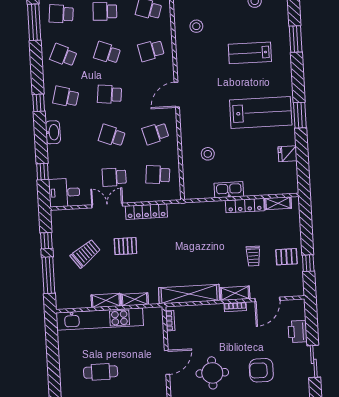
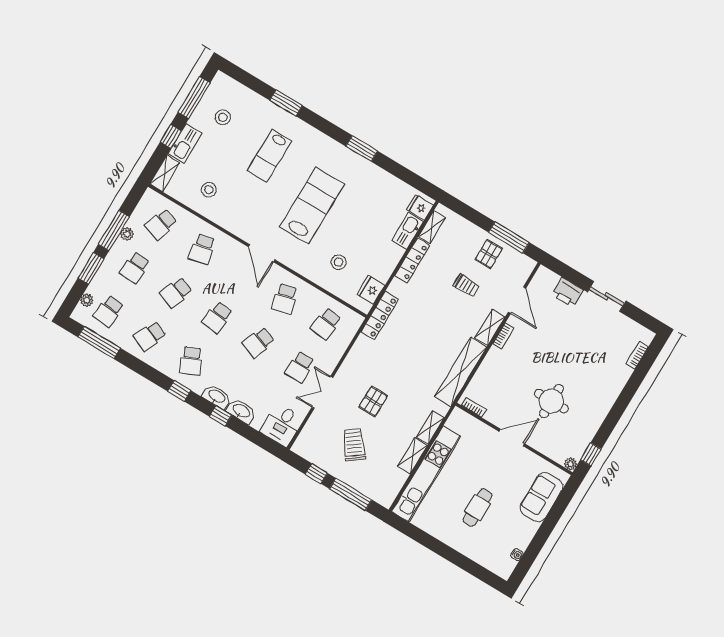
school desk: (66, 97) -> (191, 361), turned -39
lab bench: (261, 112) -> (312, 206), moved
fridge: (288, 154) -> (420, 207), moved, turned 90
washbasin: (54, 157) -> (241, 411), added
window: (43, 172) -> (220, 416), moved
fridge: (204, 190) -> (371, 290), added
kitchen sink: (229, 190) -> (408, 231), moved
locker: (146, 212) -> (380, 315), moved
window: (308, 263) -> (509, 237), width x2.17
door: (167, 362) -> (512, 438), hinge flipped
armchair: (261, 370) -> (581, 352), removed

